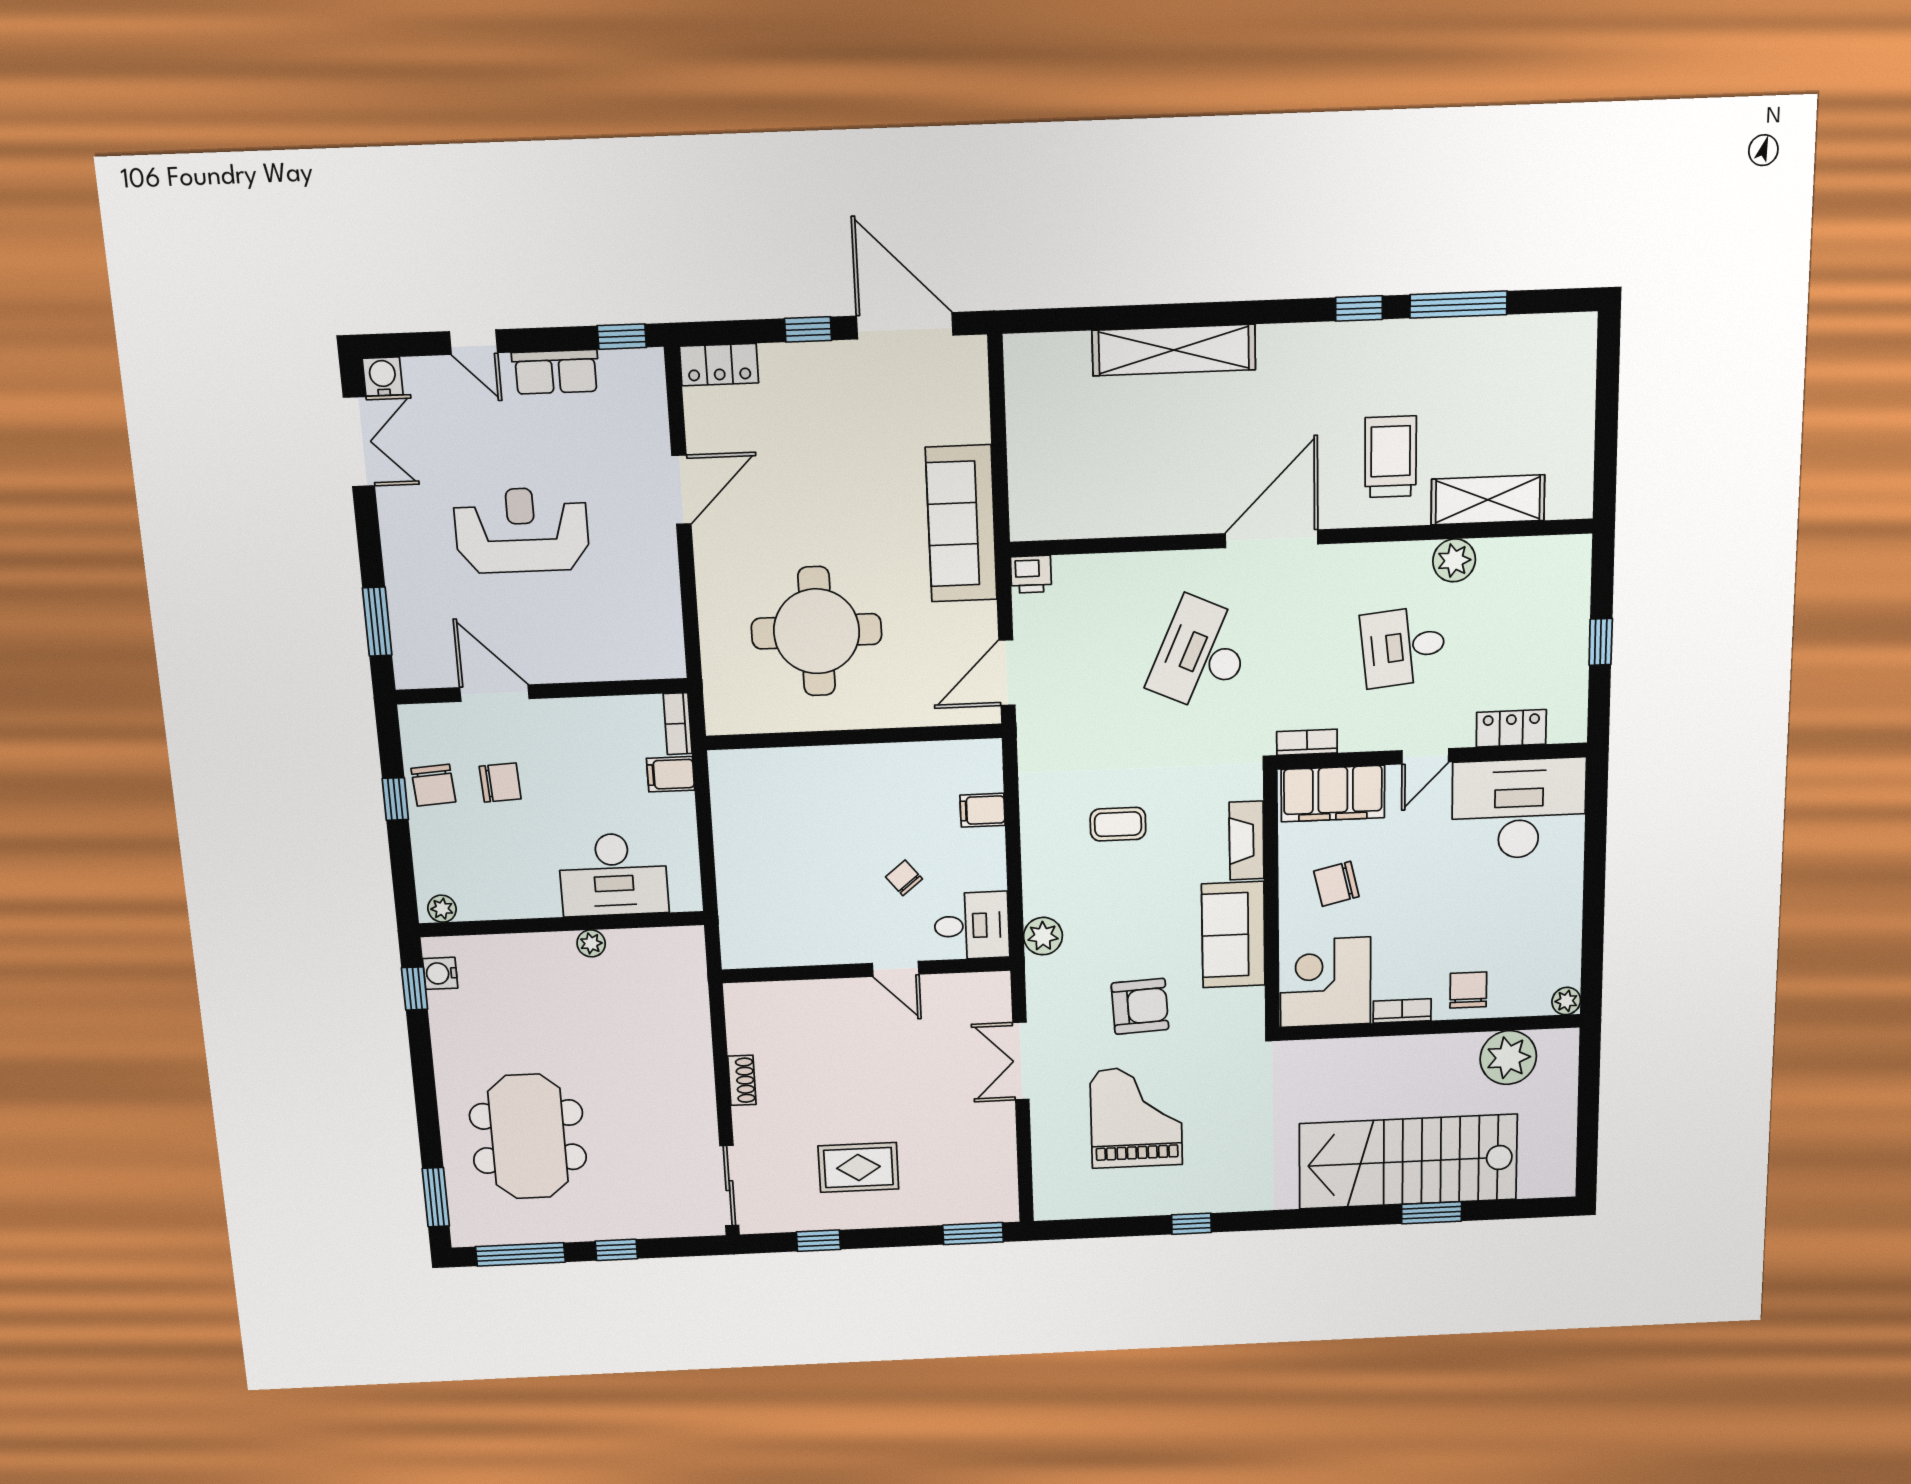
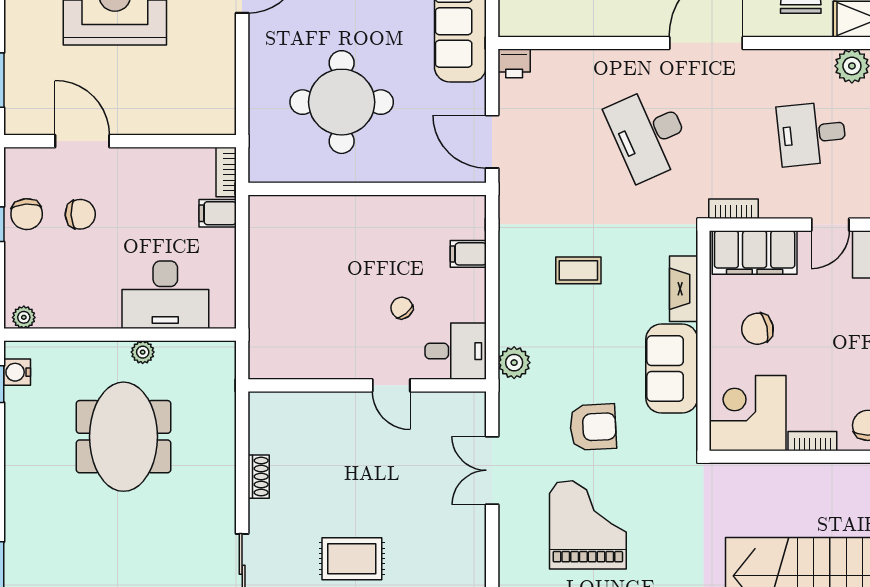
desk: (1202, 655) -> (649, 134), turned -48
door: (1007, 673) -> (492, 142), hinge flipped
meeting table: (528, 1137) -> (123, 437), moved

